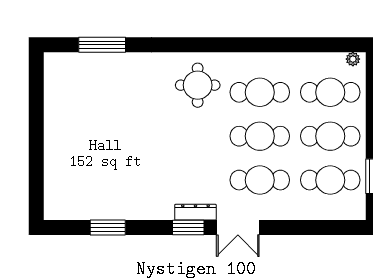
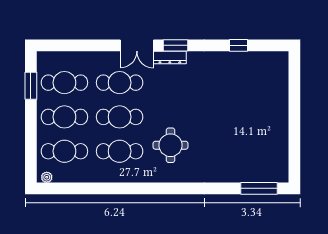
window: (102, 45) -> (259, 188), moved
round table: (198, 85) -> (171, 145), moved
window: (108, 228) -> (239, 45), width x0.67
double door: (238, 228) -> (137, 45), swing flipped

